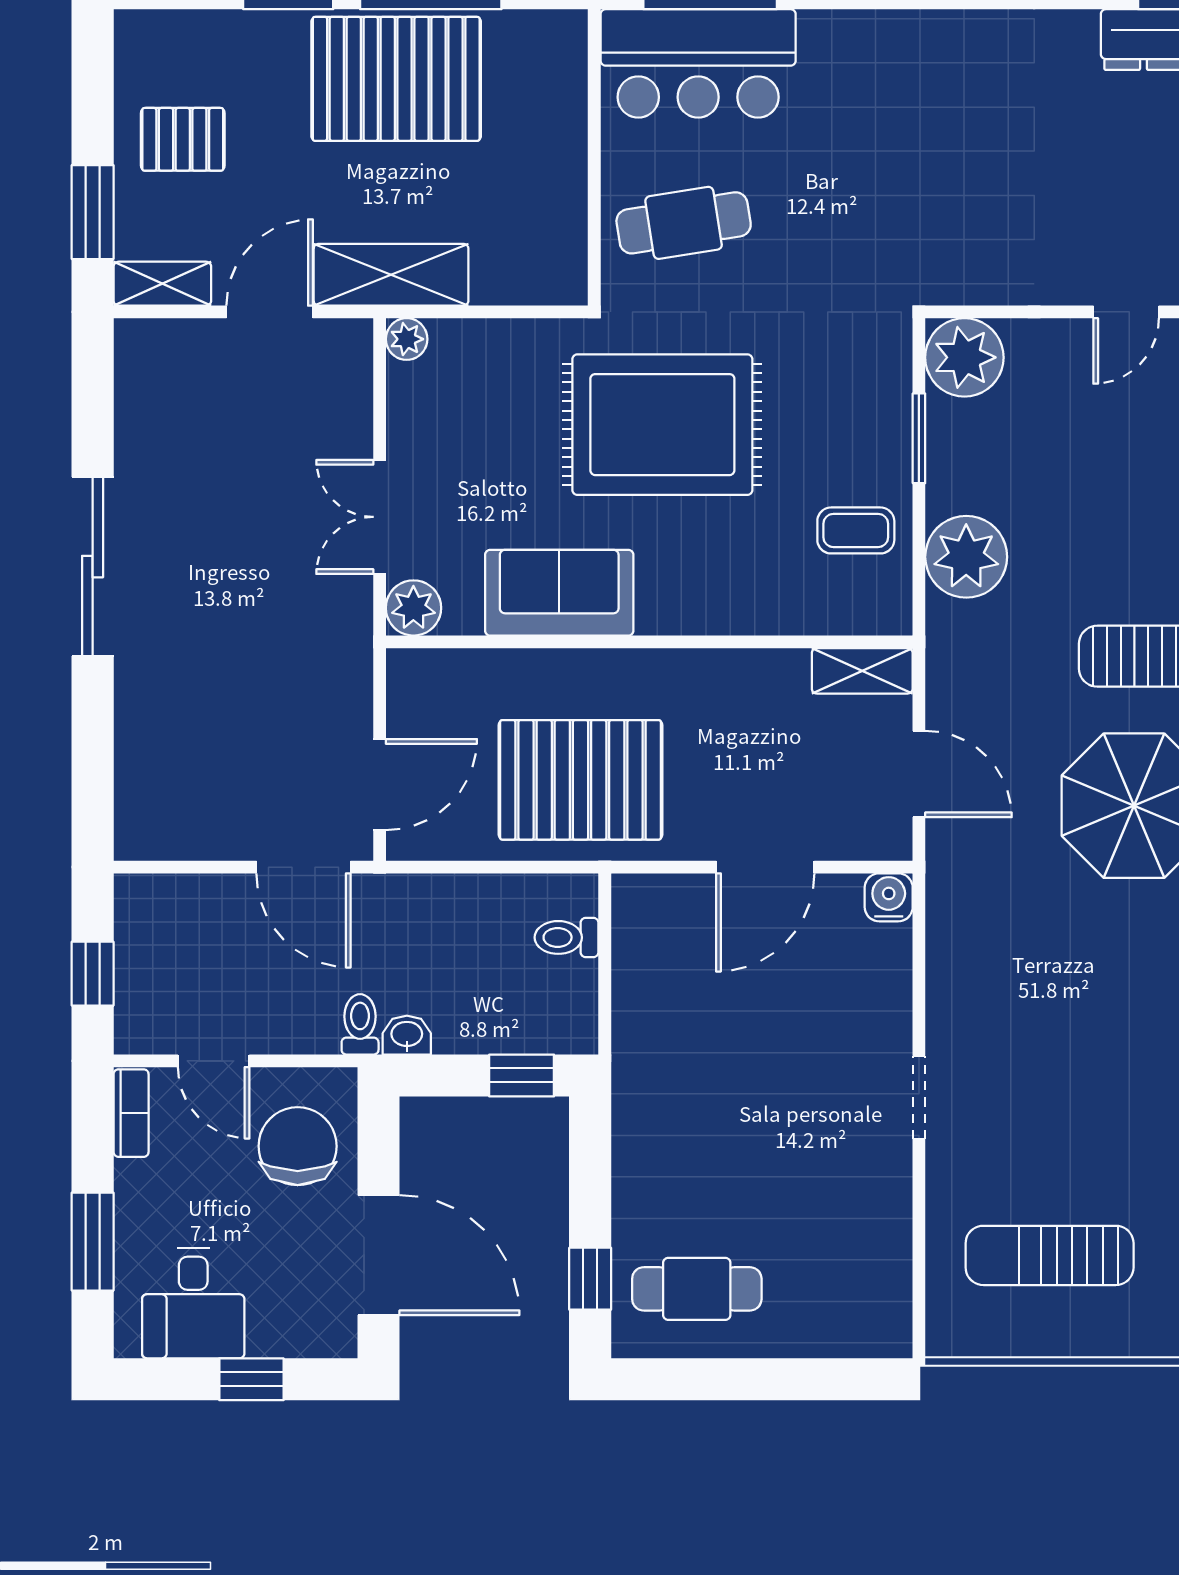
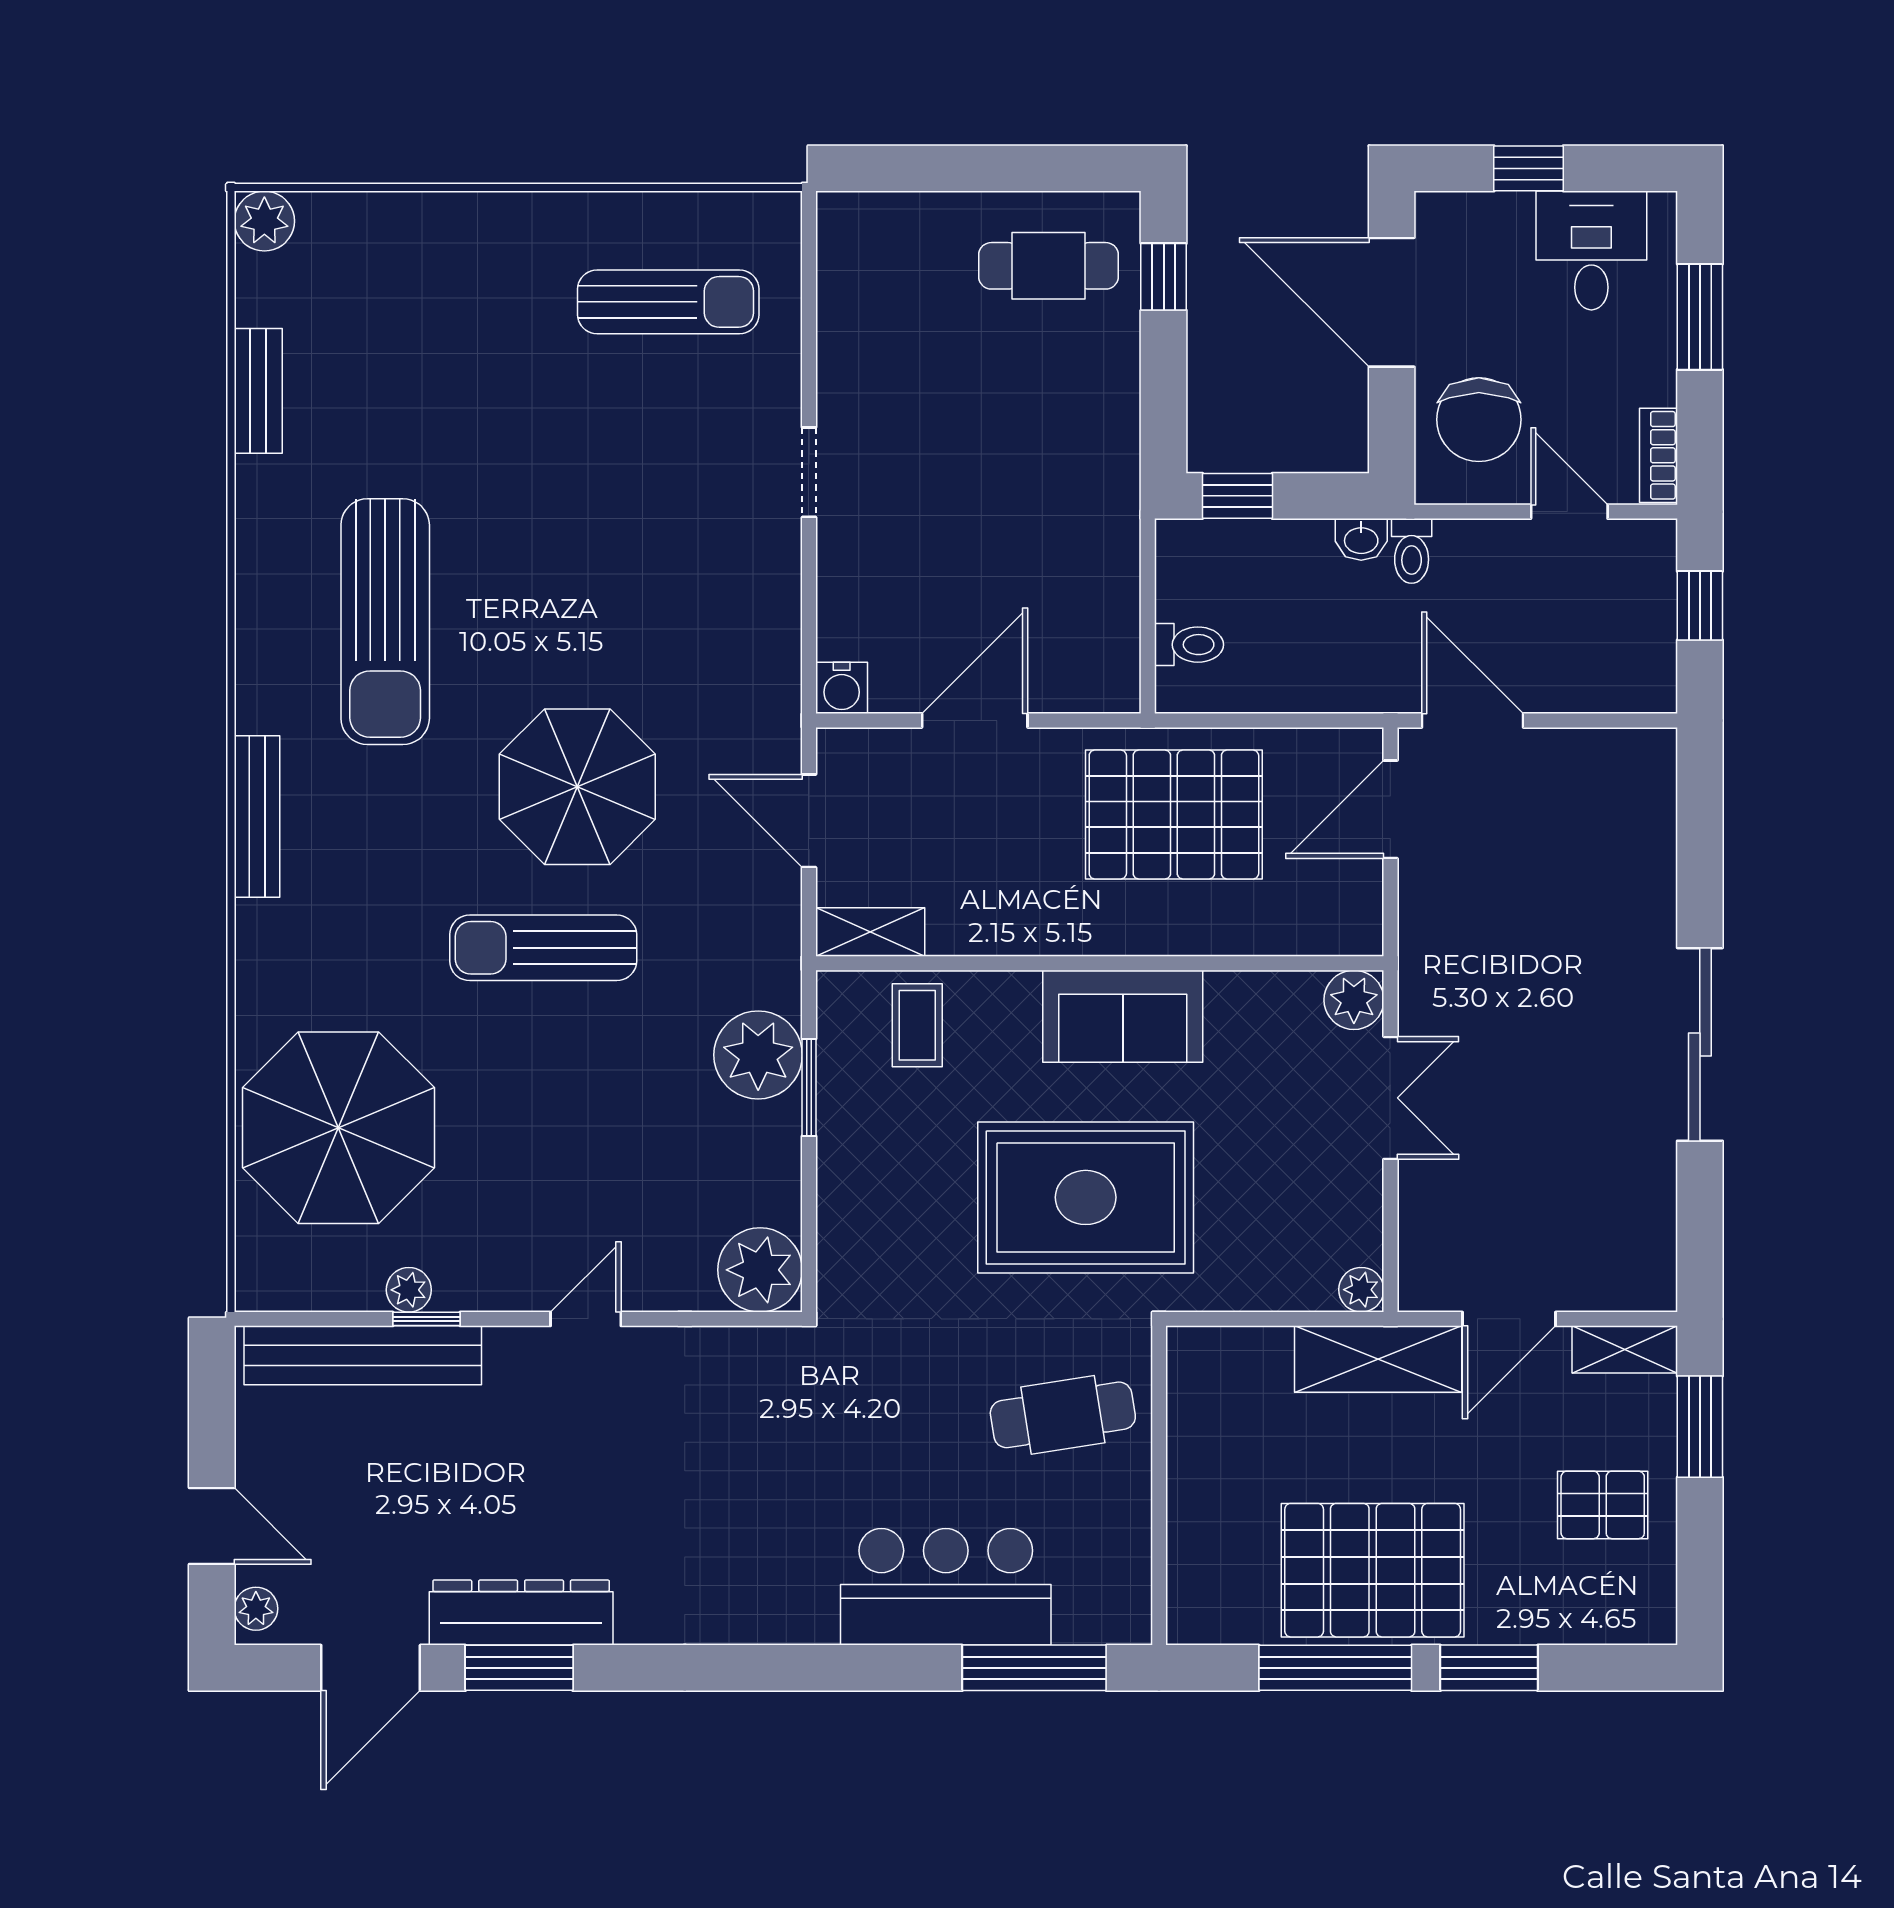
bar counter: (698, 63) -> (946, 1587), moved
window: (919, 438) -> (809, 1087), moved
coffee table: (856, 530) -> (917, 1025), moved, turned 90
sofa: (559, 593) -> (1123, 1016), moved

